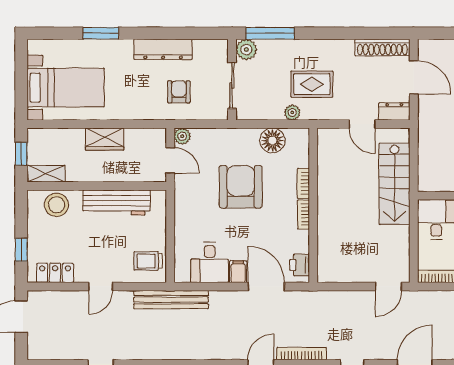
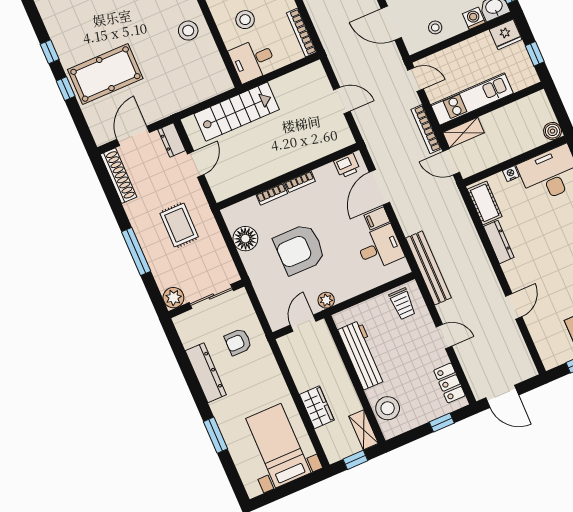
window: (270, 33) -> (136, 252), moved
plant: (292, 112) -> (212, 232), removed
plant: (182, 136) -> (326, 300), moved
wardrobe: (105, 139) -> (317, 407), moved
door: (388, 286) -> (342, 101), moved

